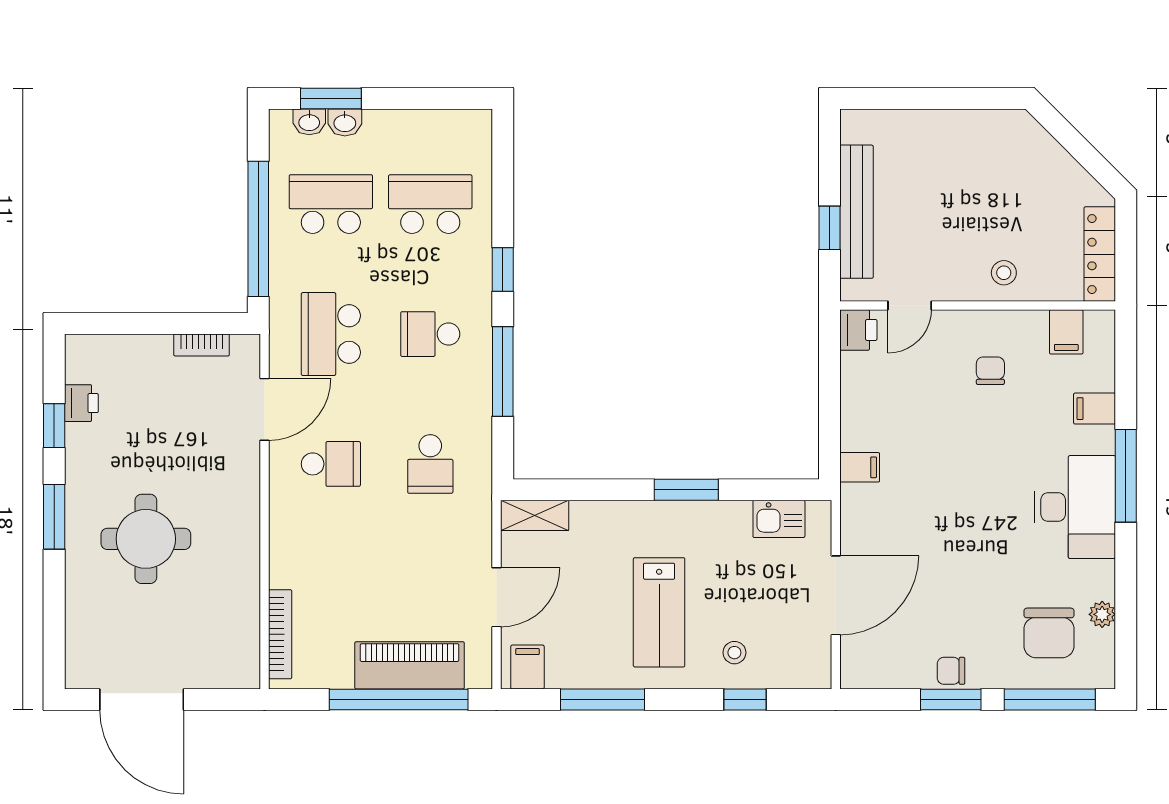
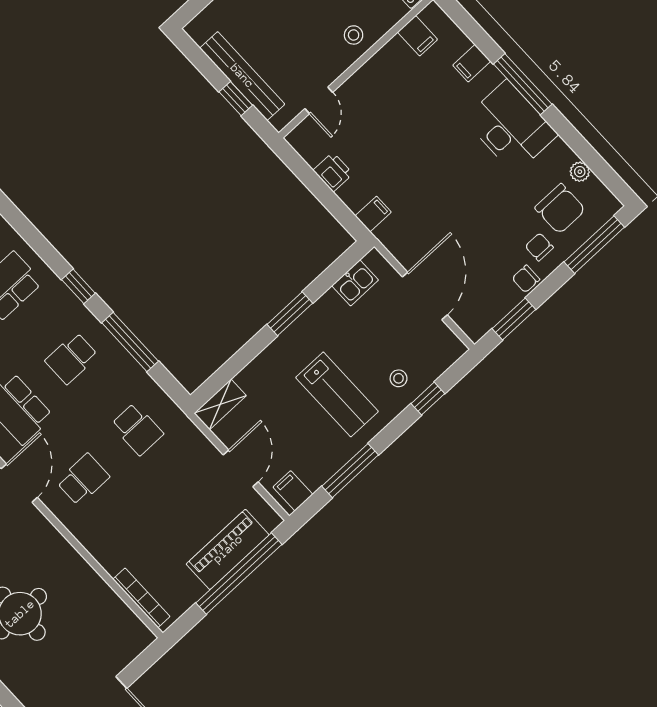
printer: (858, 330) -> (333, 172), moved
chair: (990, 371) -> (539, 247), moved
window: (951, 699) -> (514, 319), moved

